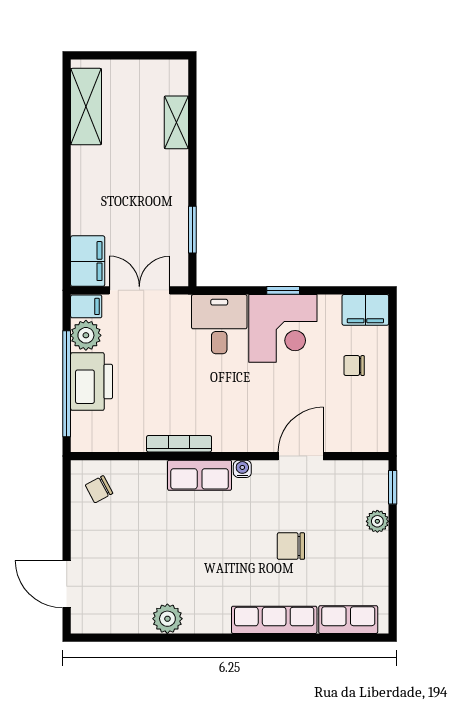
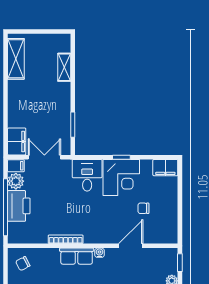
chair: (354, 366) -> (143, 208), moved

